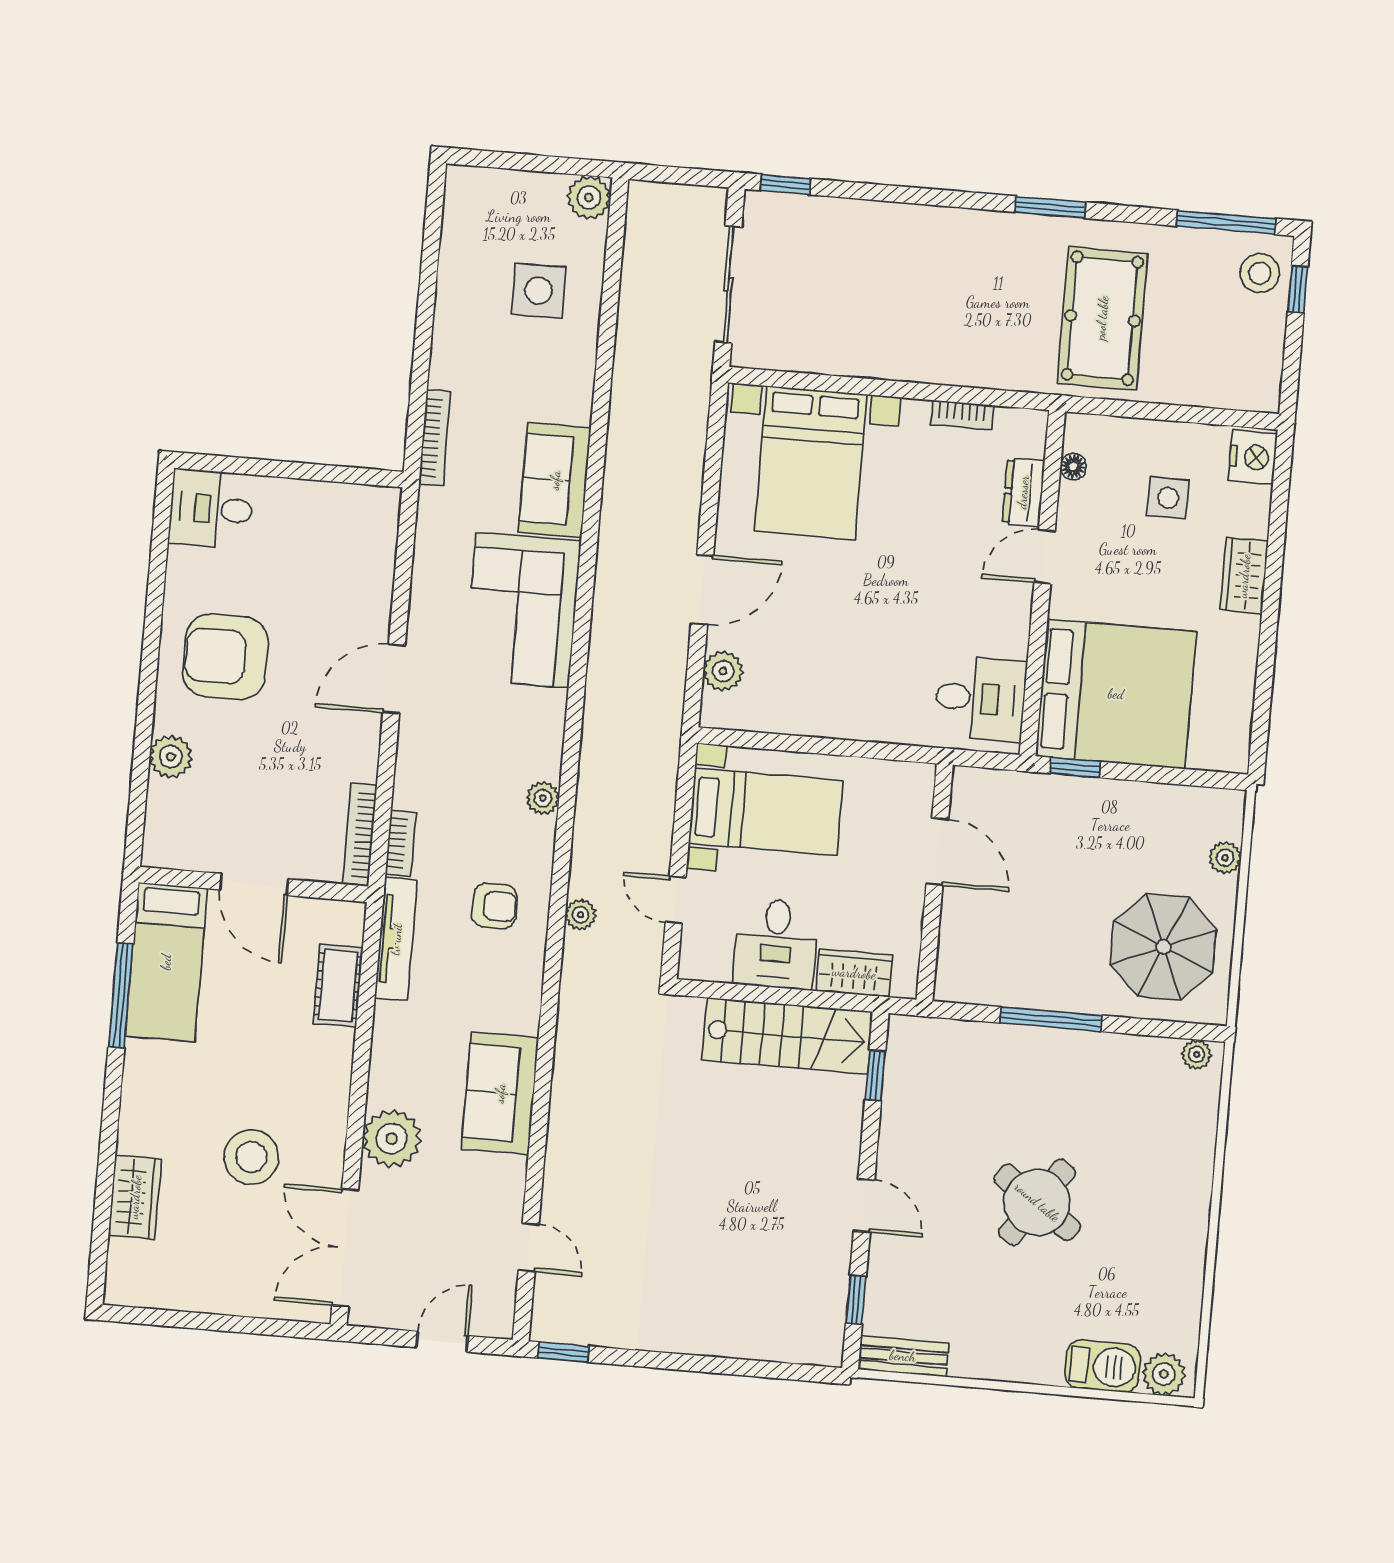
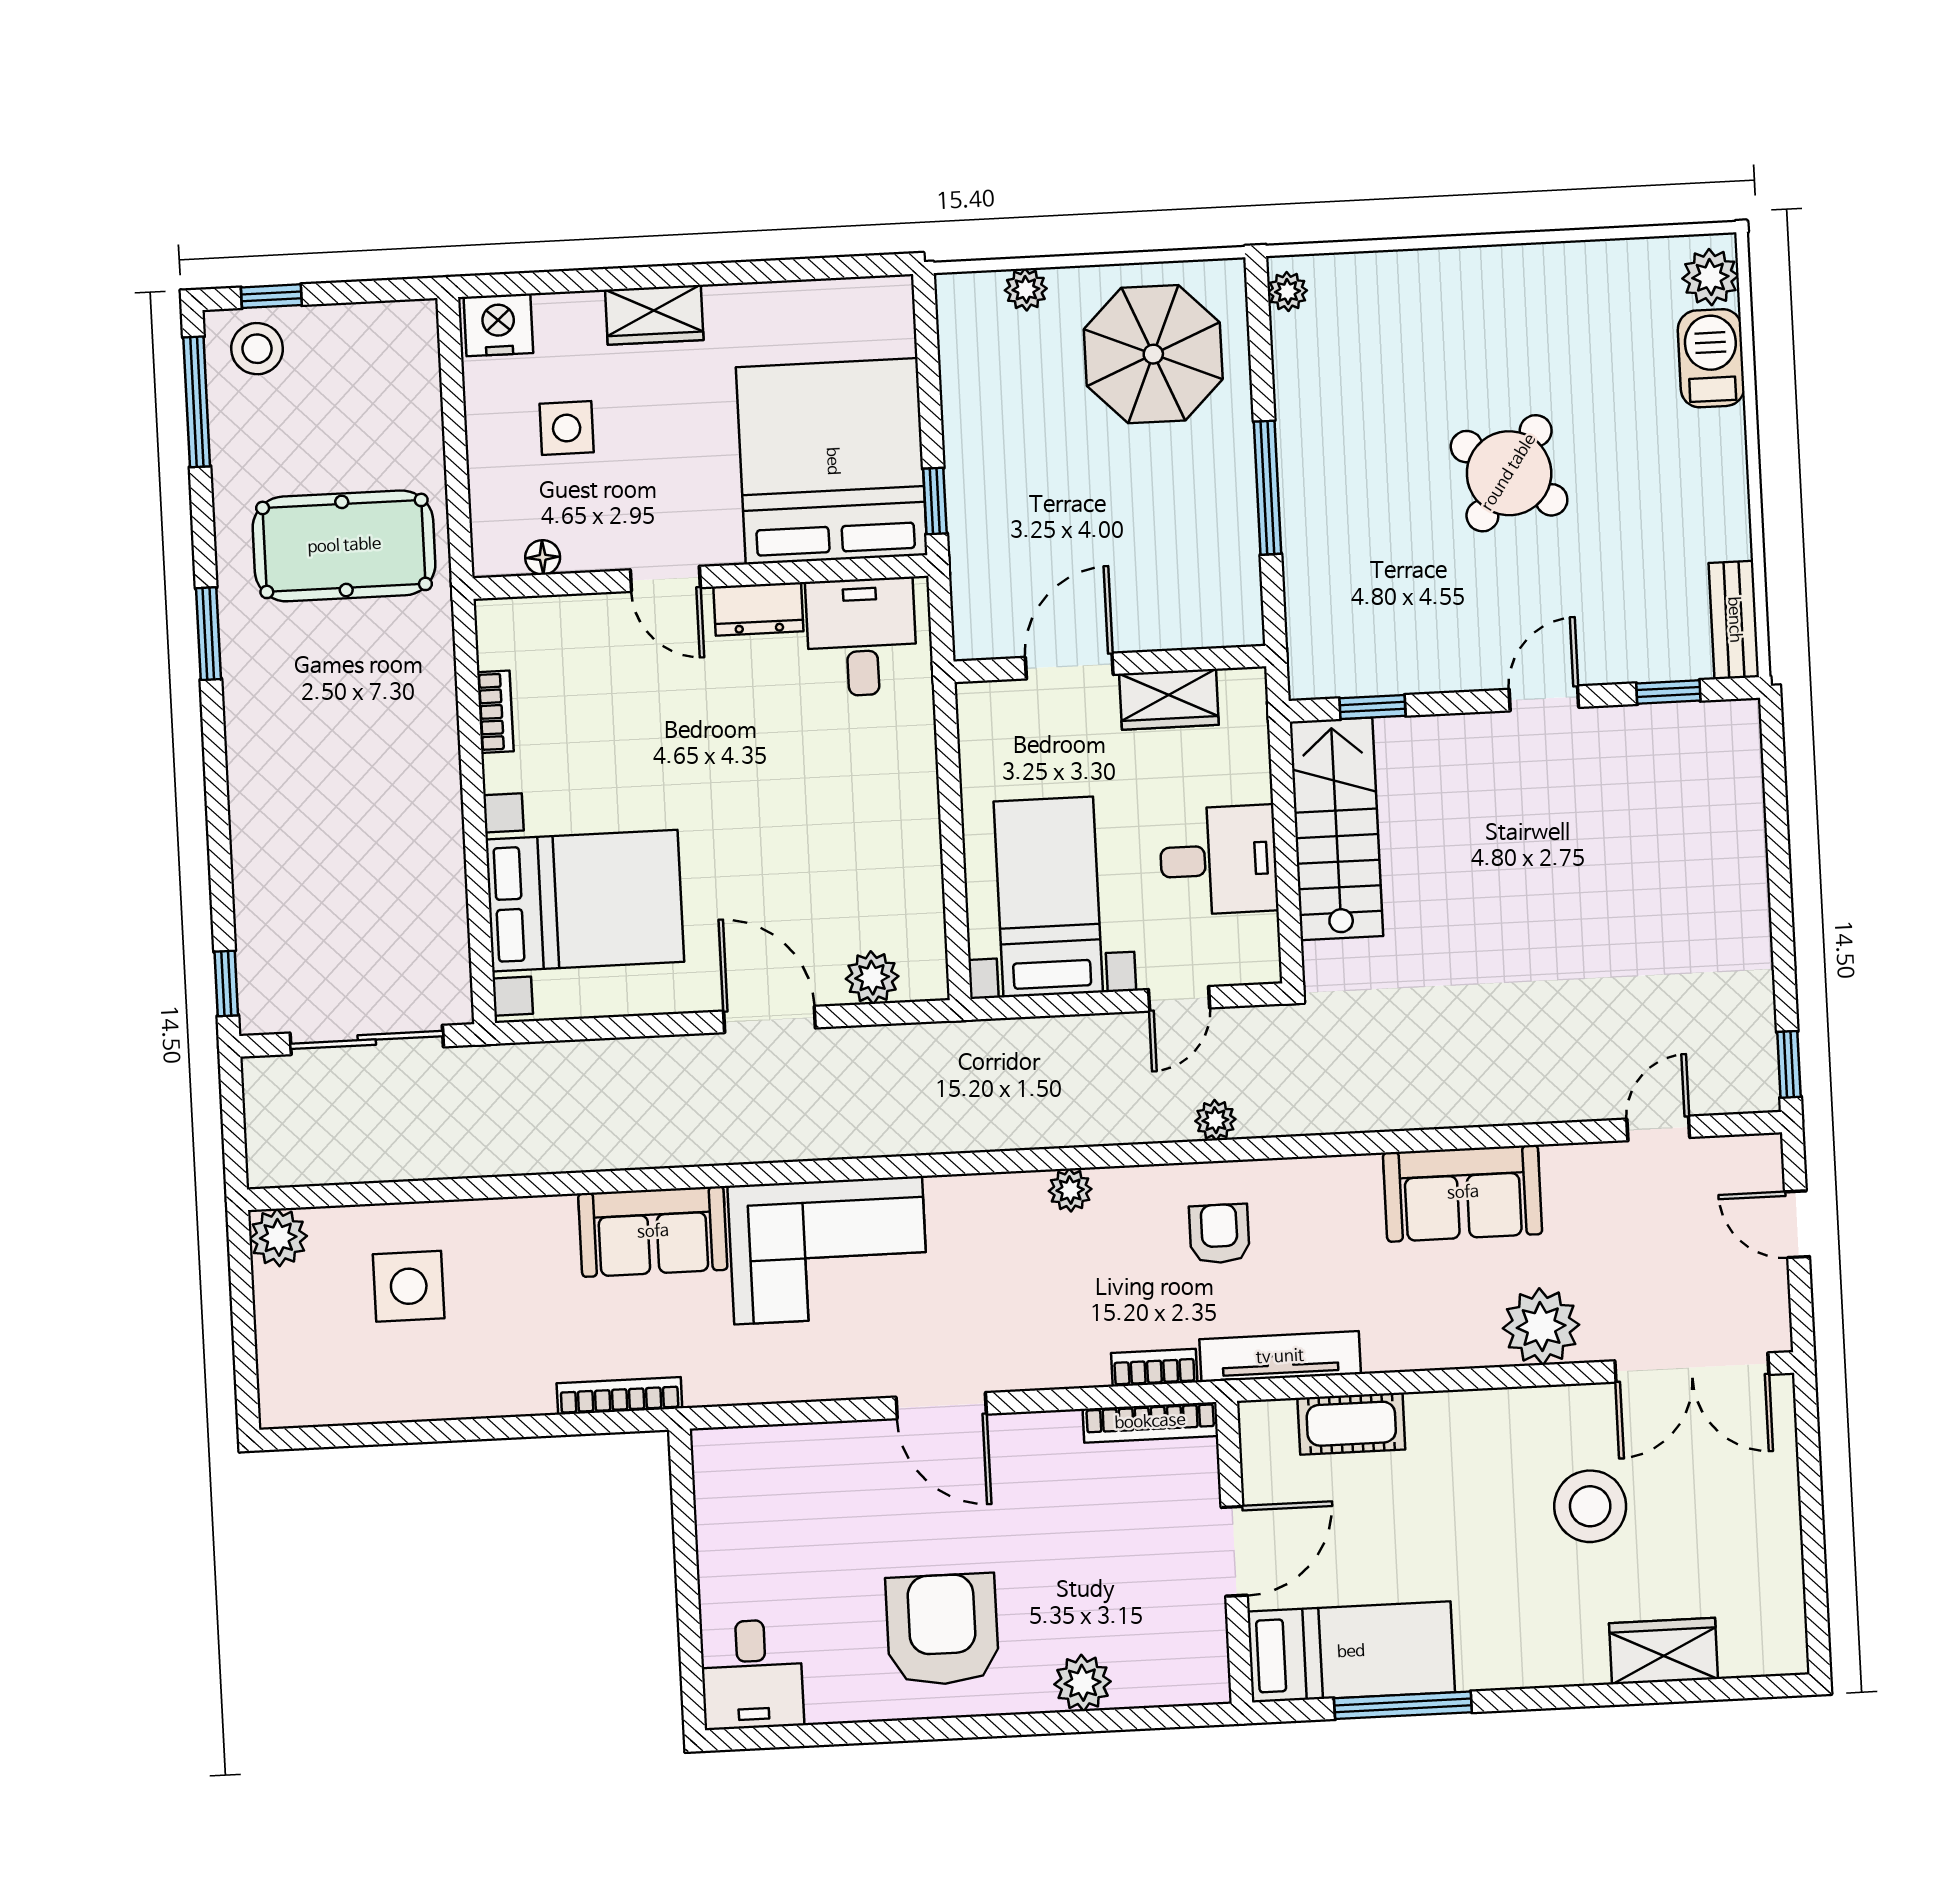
dresser: (1023, 492) -> (758, 609), moved
armchair: (225, 657) -> (942, 1630), turned 180
wardrobe: (854, 973) -> (1169, 699), moved, turned -90

